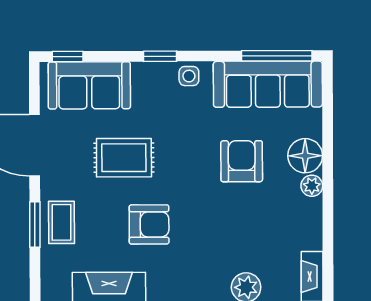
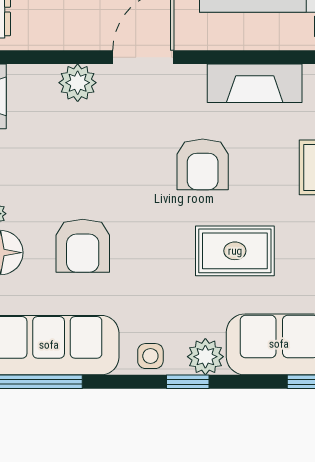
plant: (146, 76) -> (205, 357), added
armchair: (149, 224) -> (203, 164), turned -90

